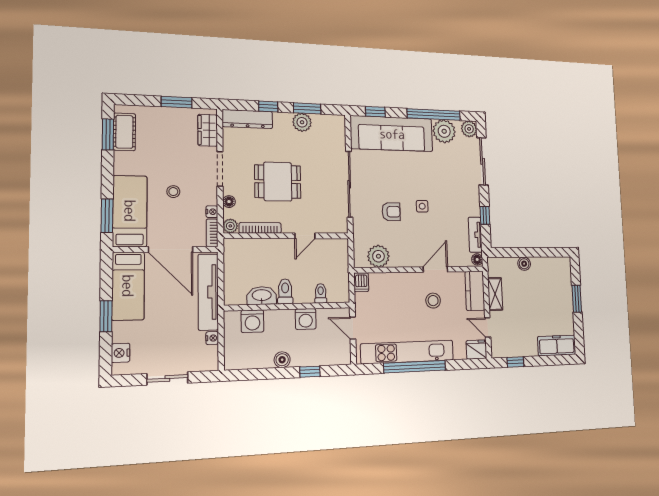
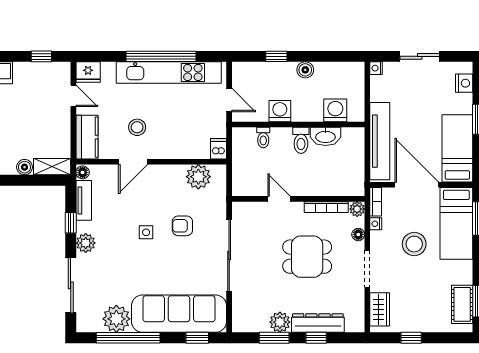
window: (176, 102) -> (411, 338), width x0.67
dresser: (248, 119) -> (318, 323), moved
plant: (469, 129) -> (86, 243), moved
stool: (173, 192) -> (414, 244), width x1.89, depth x1.89
door: (305, 236) -> (279, 199), hinge flipped
shelving: (495, 294) -> (52, 167), moved, turned 90
nightstand: (212, 338) -> (376, 68), moved

